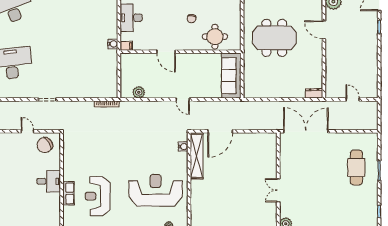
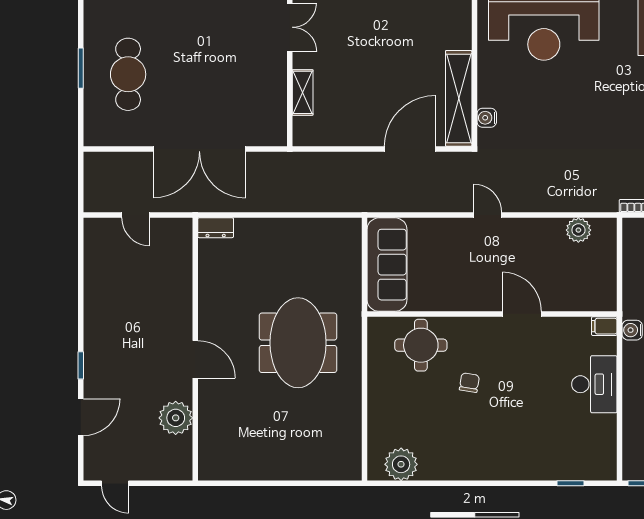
meeting table: (274, 38) -> (298, 343), turned 90
double door: (306, 131) -> (199, 149), moved
shelving: (272, 159) -> (303, 92), added

